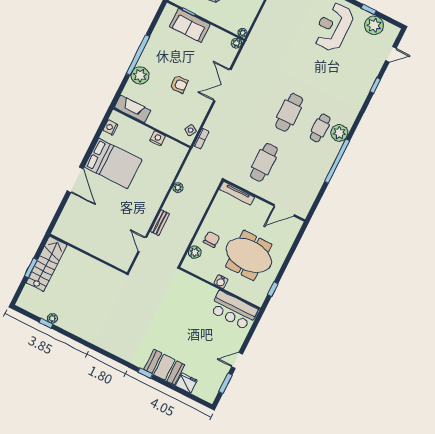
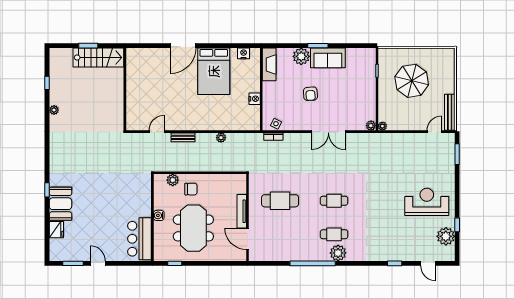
sofa: (190, 25) -> (328, 58), moved, turned -90
window: (138, 55) -> (318, 46), width x0.47
double door: (222, 85) -> (328, 132), swing flipped
cafe table: (289, 112) -> (334, 201), width x0.73, depth x0.74
tv unit: (237, 193) -> (242, 211), moved
plant: (52, 318) -> (54, 110), moved

